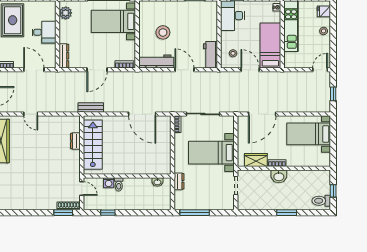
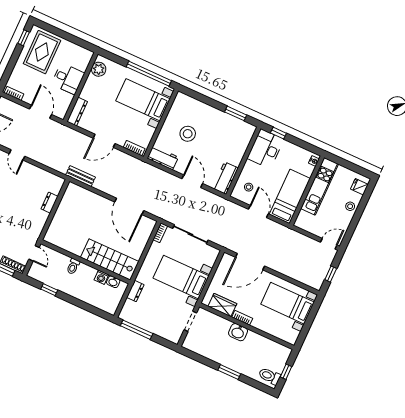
workbench: (156, 62) -> (163, 158), width x0.73
stairs: (93, 145) -> (110, 259), moved, turned -90
washing machine: (109, 183) -> (101, 277), moved

